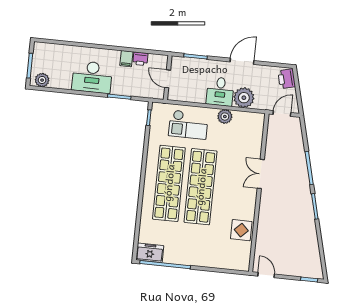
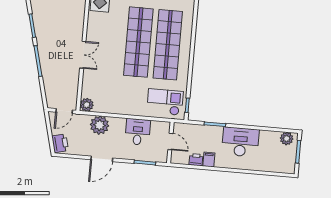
desk: (220, 92) -> (138, 132), moved
plant: (225, 117) -> (87, 105), moved
checkout: (188, 125) -> (165, 102), moved

